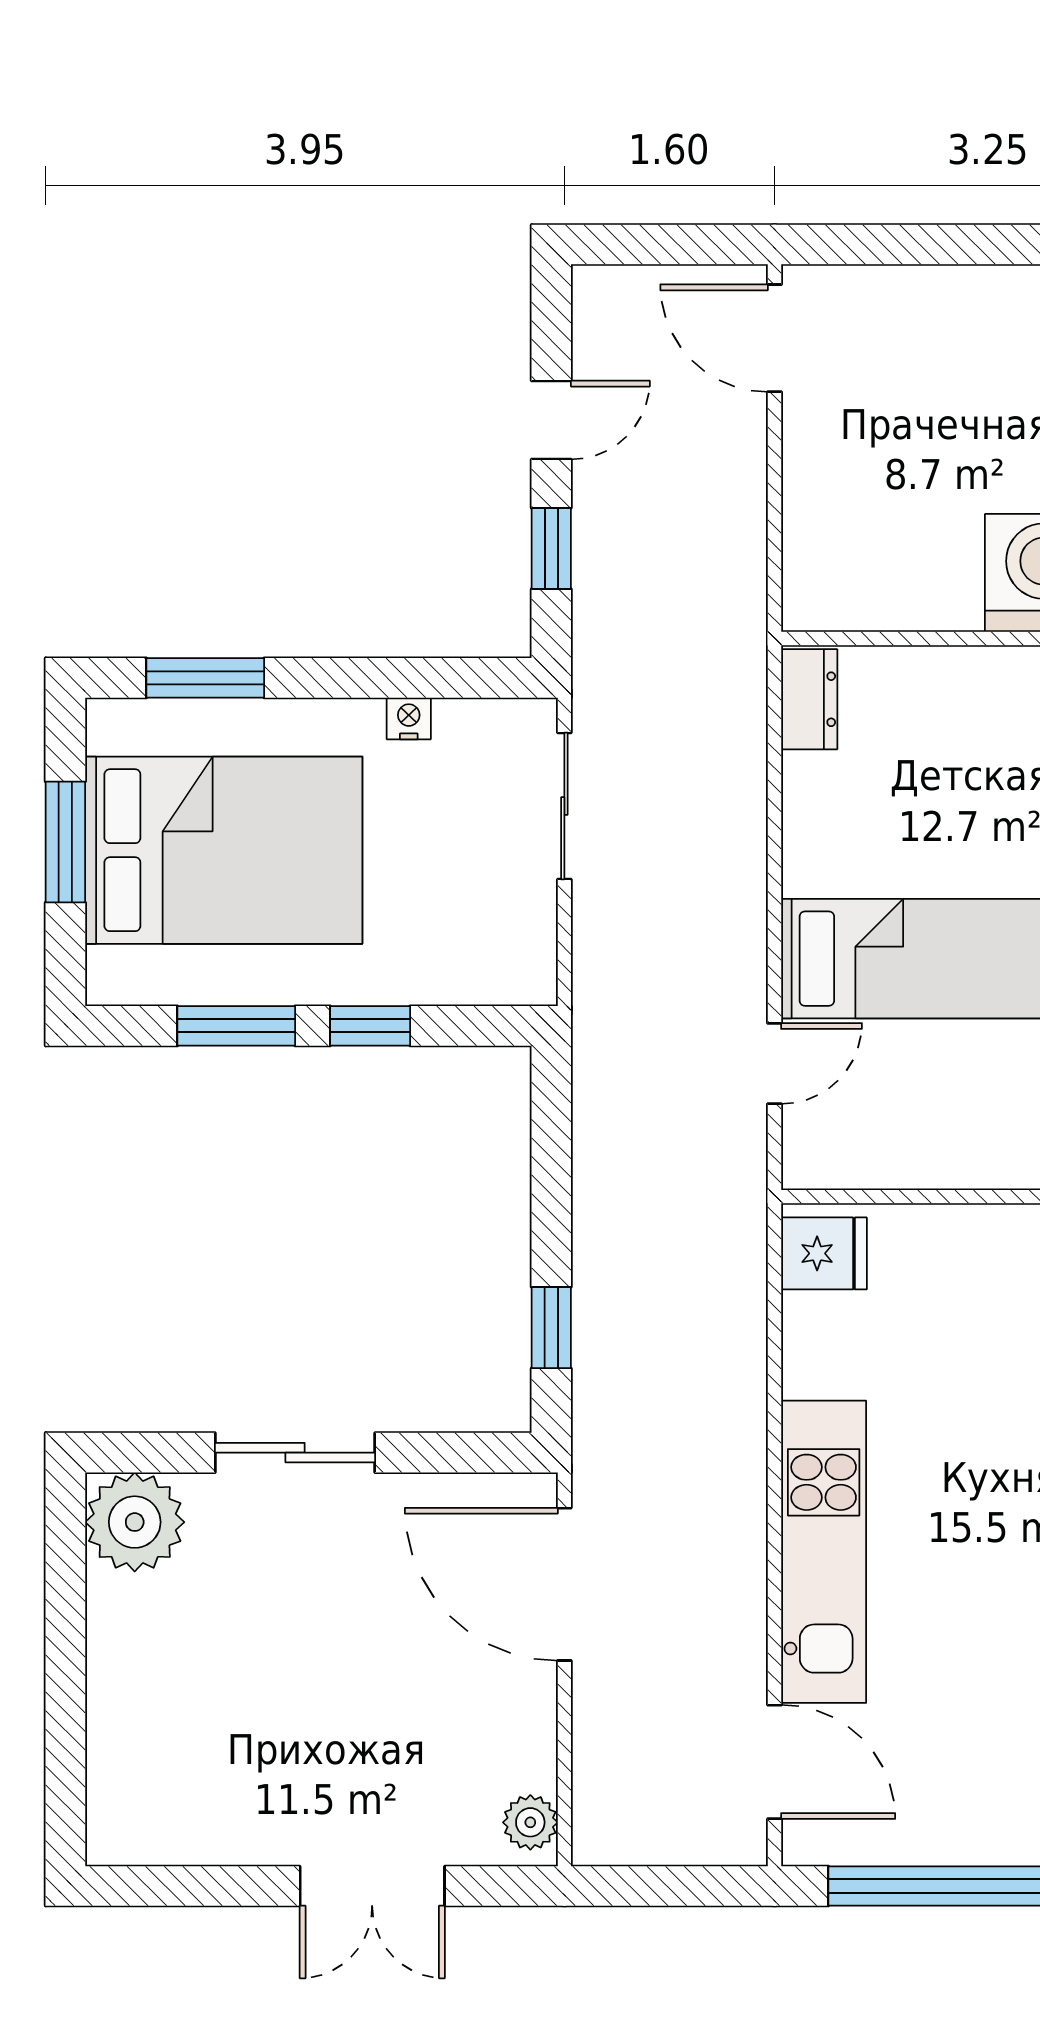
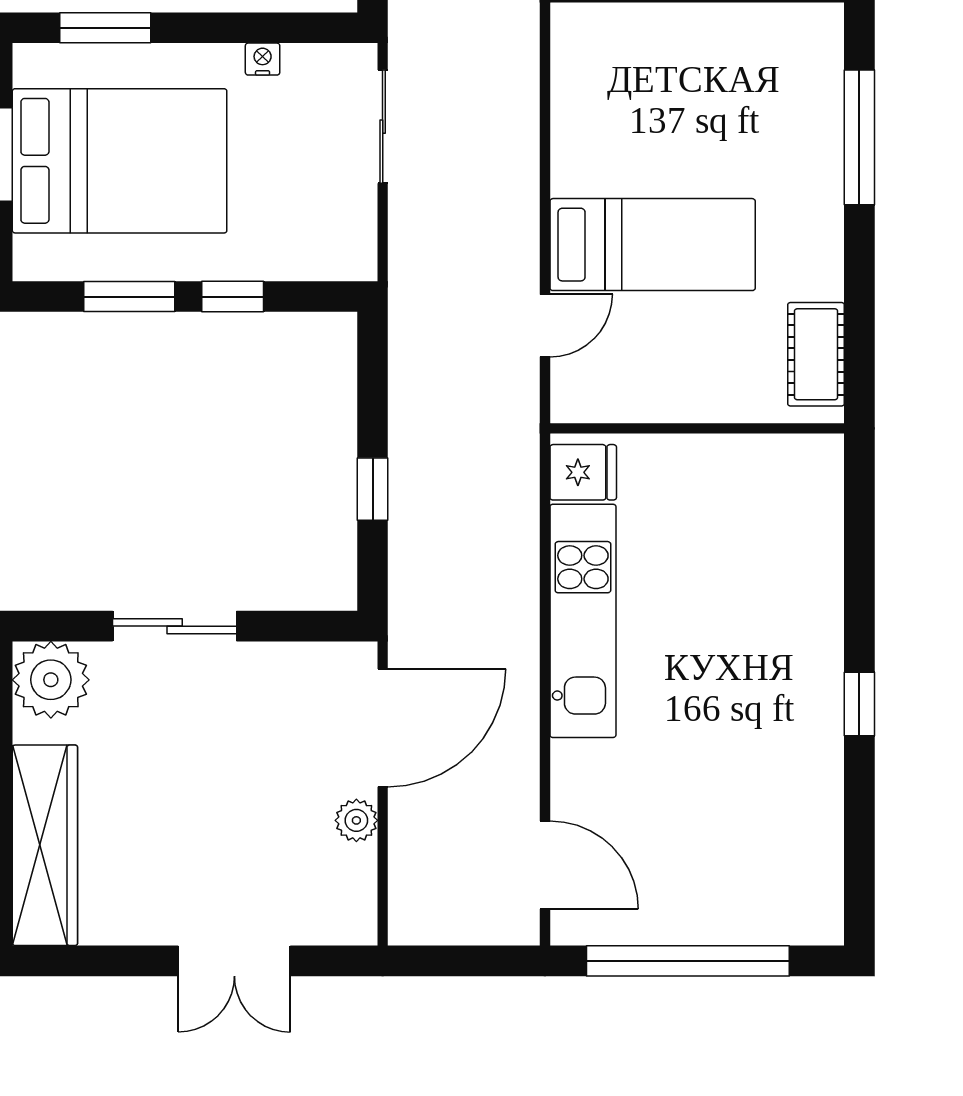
dresser: (809, 699) -> (572, 44), removed
window: (551, 1328) -> (373, 489), moved
kitchen unit: (824, 1552) -> (583, 621), moved
door: (564, 1584) -> (383, 728), swing flipped
wardrobe: (127, 1736) -> (45, 845), added
plant: (530, 1822) -> (356, 820), moved

